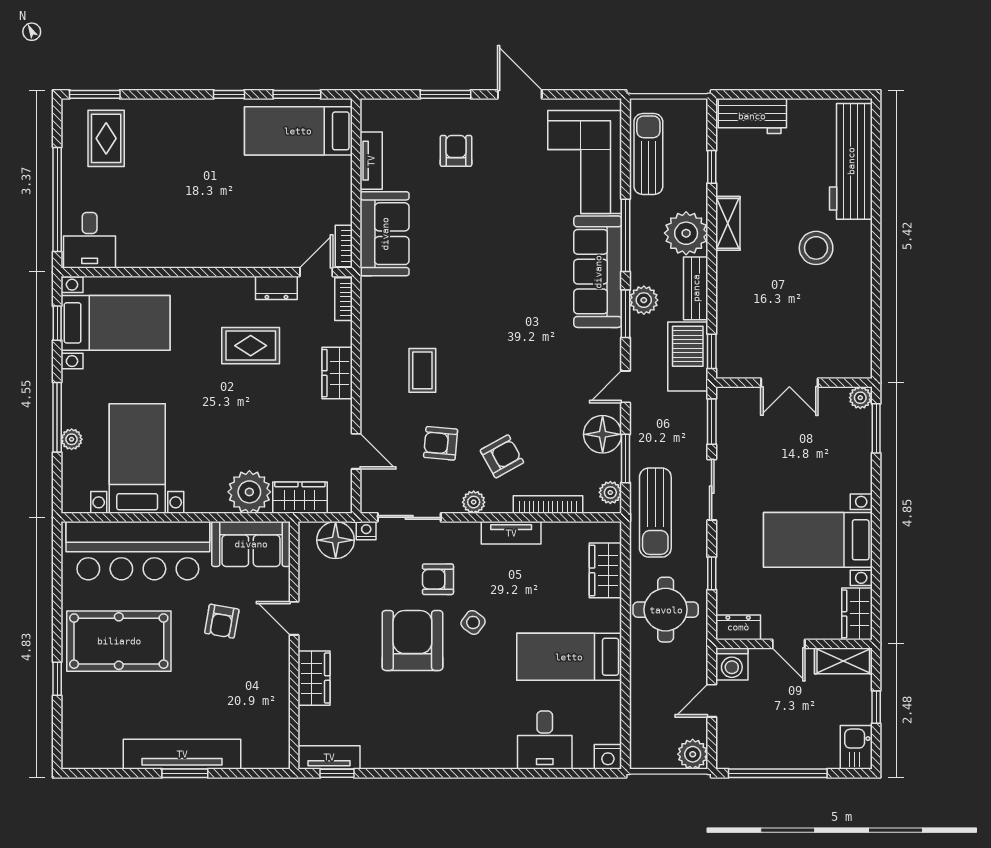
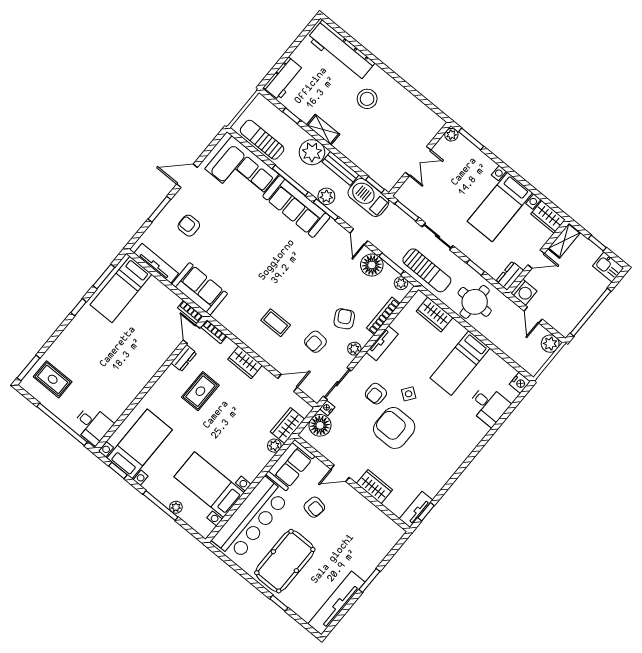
tv unit: (371, 161) -> (156, 263), width x1.41
plant: (249, 492) -> (274, 446), width x0.53, depth x0.53
tv unit: (182, 754) -> (336, 603), moved

